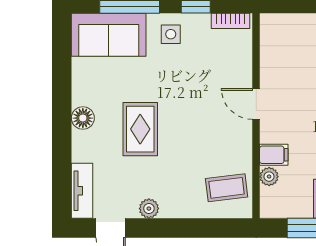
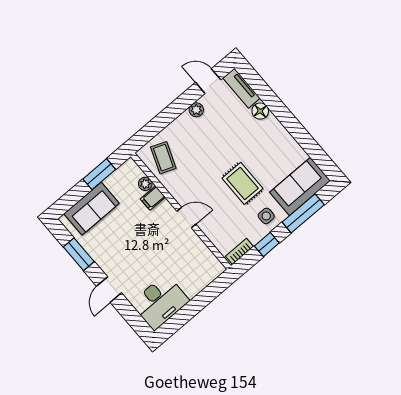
floor lamp: (83, 118) -> (260, 111), moved
rug: (140, 129) -> (242, 183), moved
coffee table: (227, 188) -> (163, 158), turned -62

